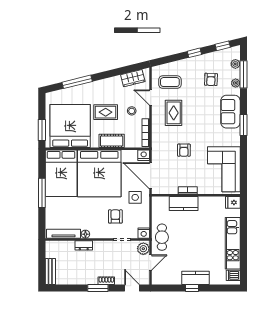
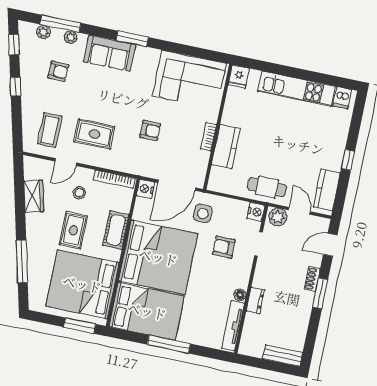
wardrobe: (133, 78) -> (34, 196), moved
kitchen counter: (195, 278) -> (327, 190), moved

